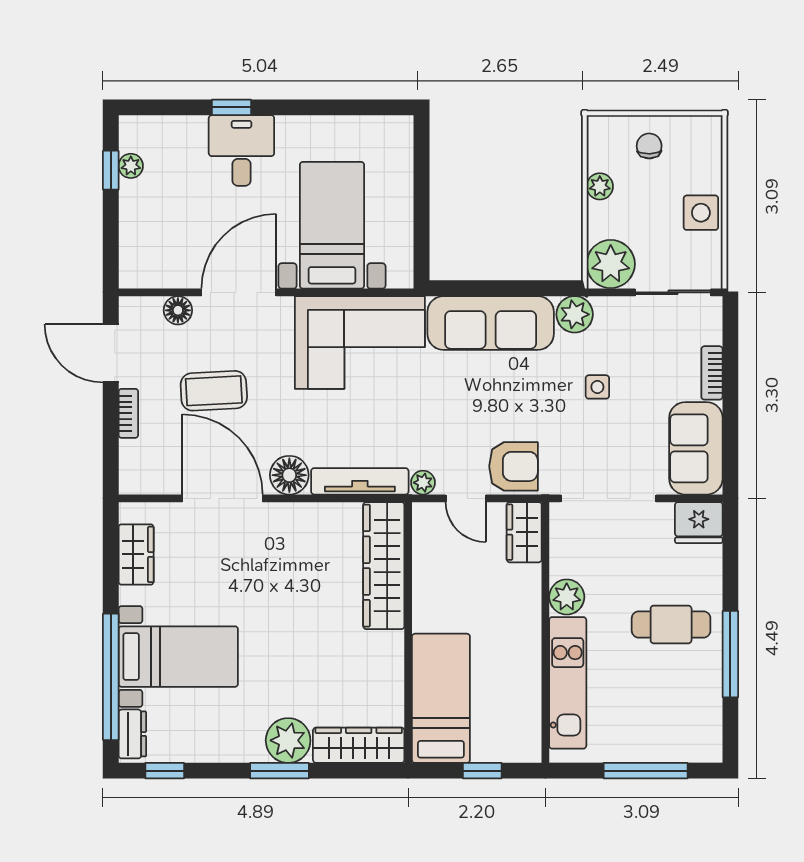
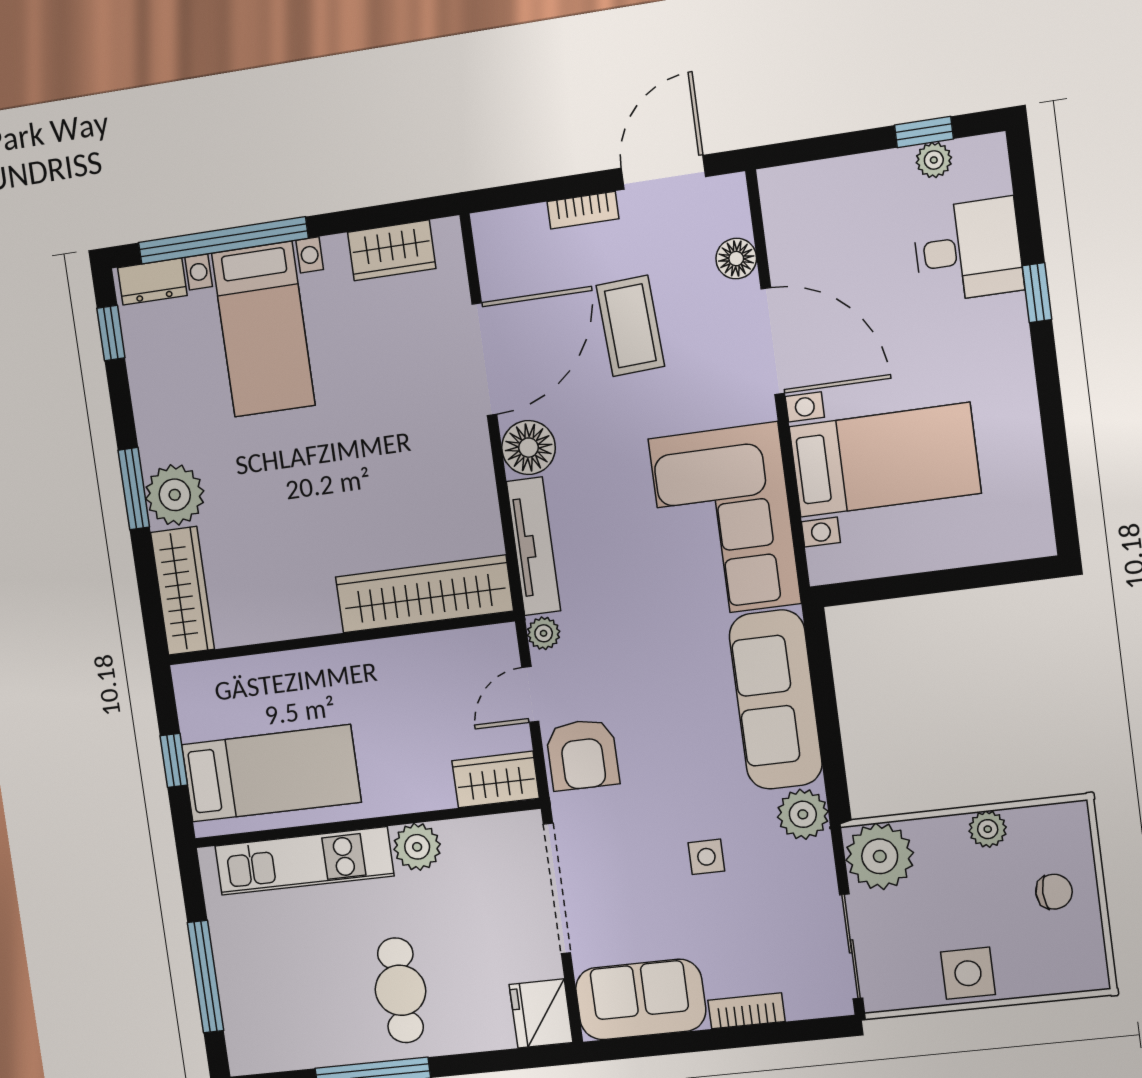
desk: (241, 150) -> (968, 250), moved
bed: (441, 698) -> (271, 773), moved

